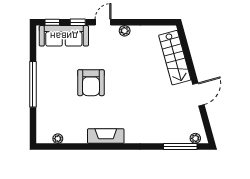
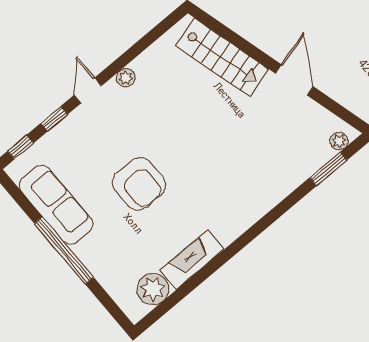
sofa: (64, 36) -> (56, 205), moved, turned -90
fireplace: (106, 136) -> (192, 260), moved
plant: (58, 139) -> (153, 289), width x1.87, depth x1.87
window: (180, 147) -> (328, 169), width x0.69

